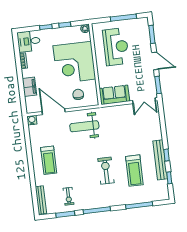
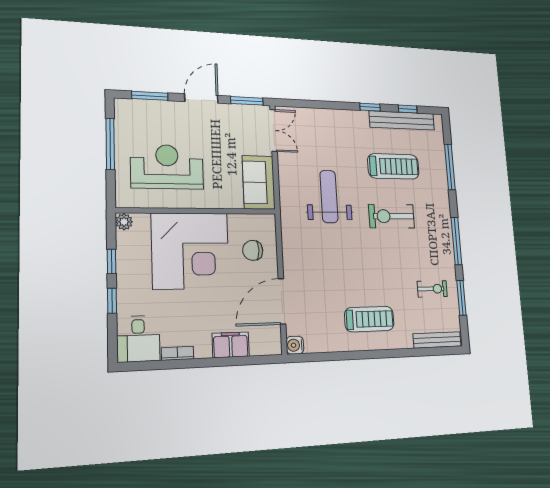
weight bench: (84, 126) -> (329, 196), moved, turned 180
bench: (160, 160) -> (402, 120), moved

